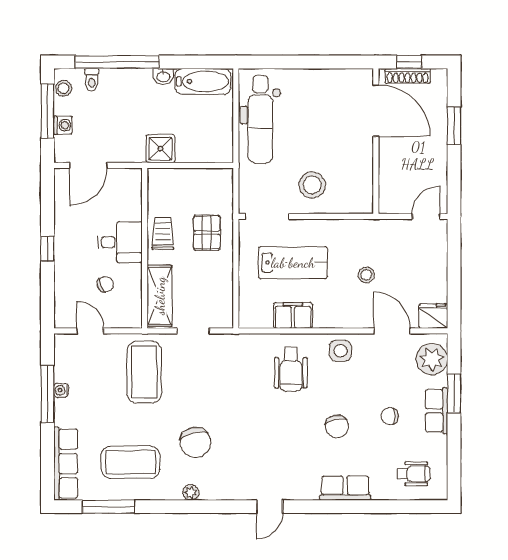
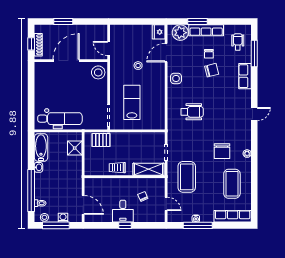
door: (376, 111) -> (66, 61), moved
shower: (160, 149) -> (75, 148), moved
stool: (312, 185) -> (98, 72), moved
door: (426, 216) -> (109, 49), moved
pallet: (207, 233) -> (101, 140), moved
desk: (120, 242) -> (123, 211), moved, turned 180
filing cabinet: (293, 315) -> (158, 102), removed
door: (90, 331) -> (166, 204), swing flipped
wheelchair: (291, 369) -> (192, 112), moved
coffee table: (144, 372) -> (187, 177), turned 90
row of seats: (437, 411) -> (206, 30), width x1.48
chair: (337, 426) -> (212, 70), moved
chair: (196, 442) -> (222, 151), turned 104
window: (108, 507) -> (254, 53), moved
door: (270, 507) -> (254, 114), hinge flipped

